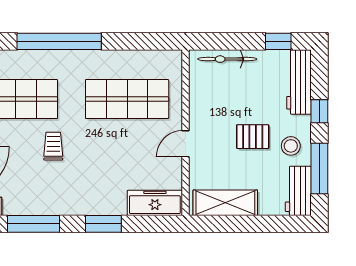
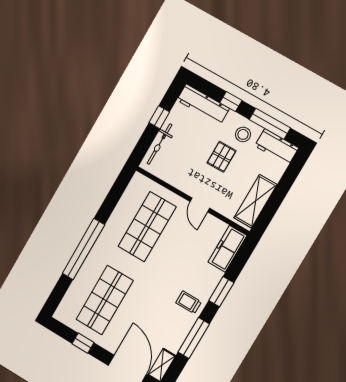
window: (278, 41) -> (159, 117), moved
trolley: (53, 146) -> (188, 302), moved

